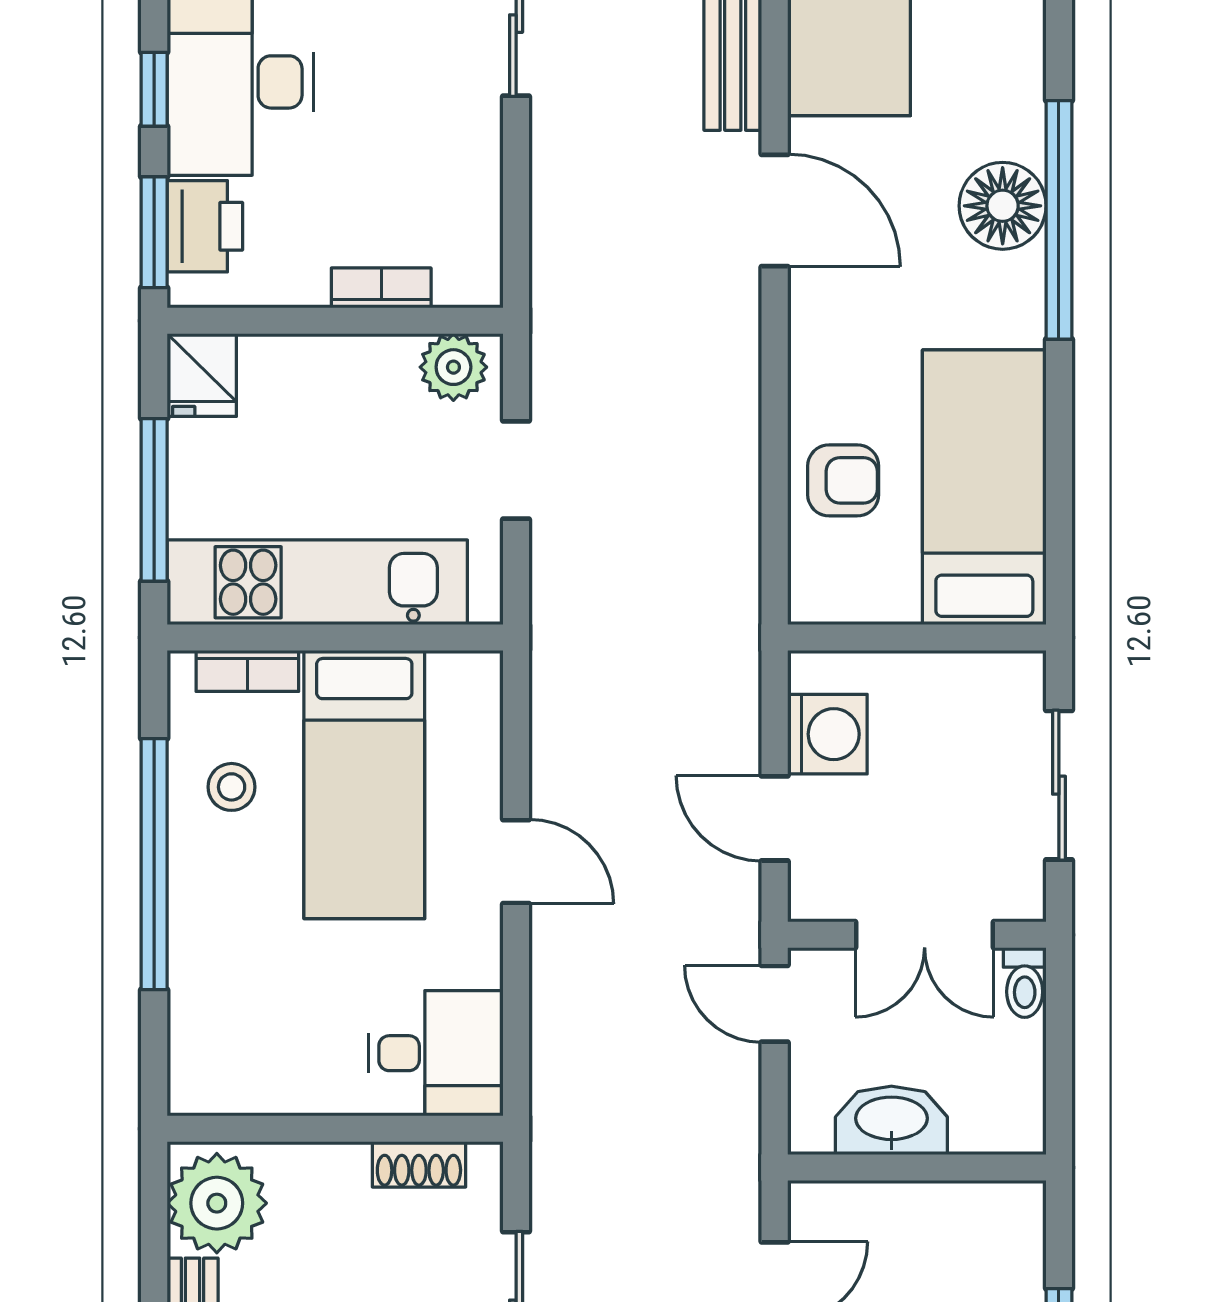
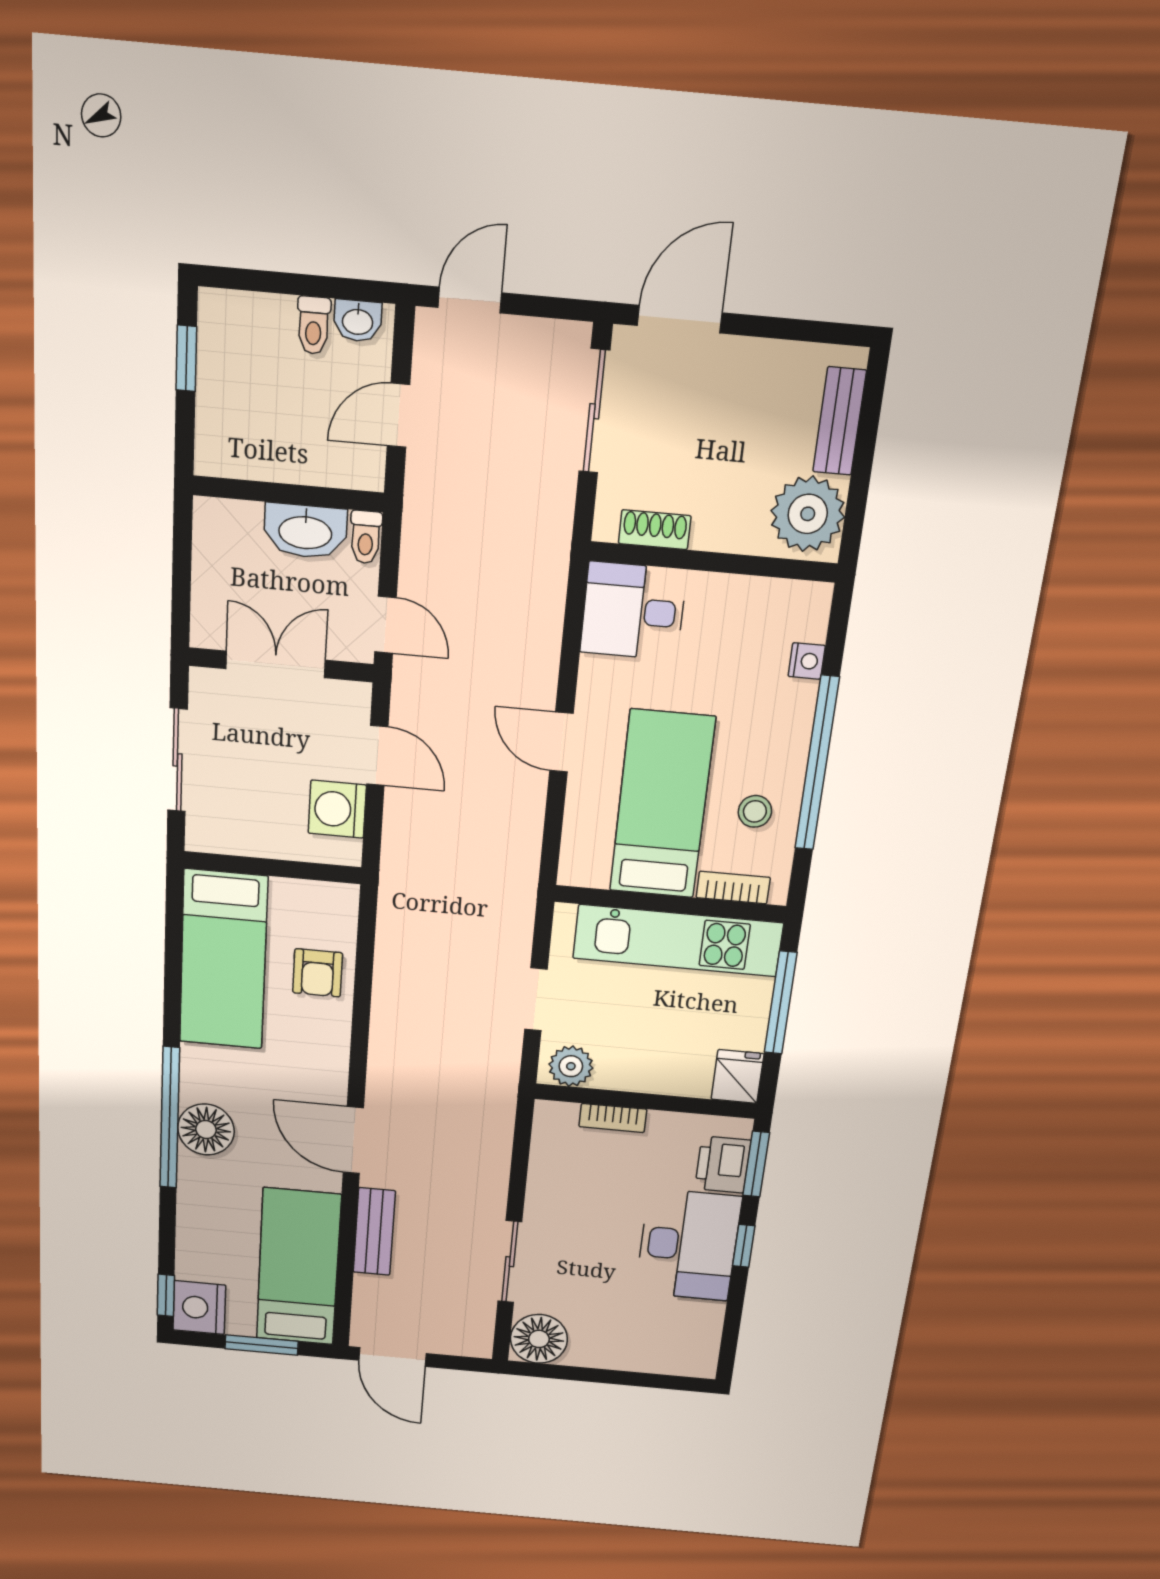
armchair: (843, 480) -> (318, 973), turned -90
toilet: (1025, 983) -> (366, 537), moved, turned 180
nightstand: (189, 1007) -> (807, 661), added

